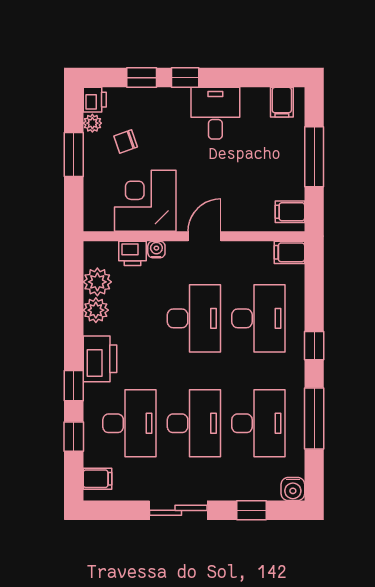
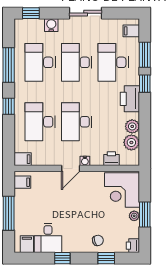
window: (185, 78) -> (62, 258), moved
desk: (215, 113) -> (48, 238), moved
plant: (92, 123) -> (134, 216), moved
chair: (126, 141) -> (98, 240), moved
corner desk: (145, 201) -> (122, 190), moved, turned 90
water cooler: (156, 249) -> (85, 161), moved
window: (74, 437) -> (145, 55), width x1.50
water cooler: (293, 489) -> (51, 25), moved
window: (251, 510) -> (31, 13), moved

